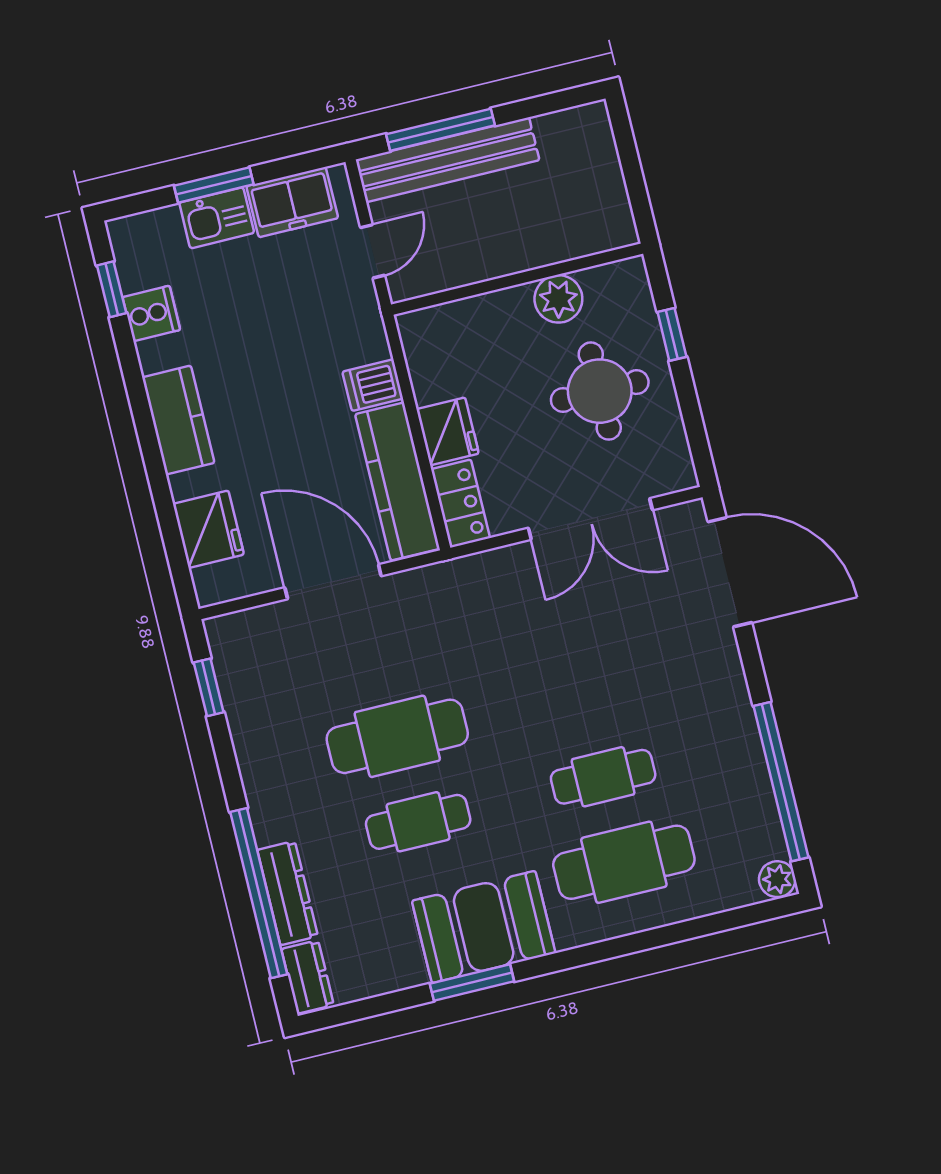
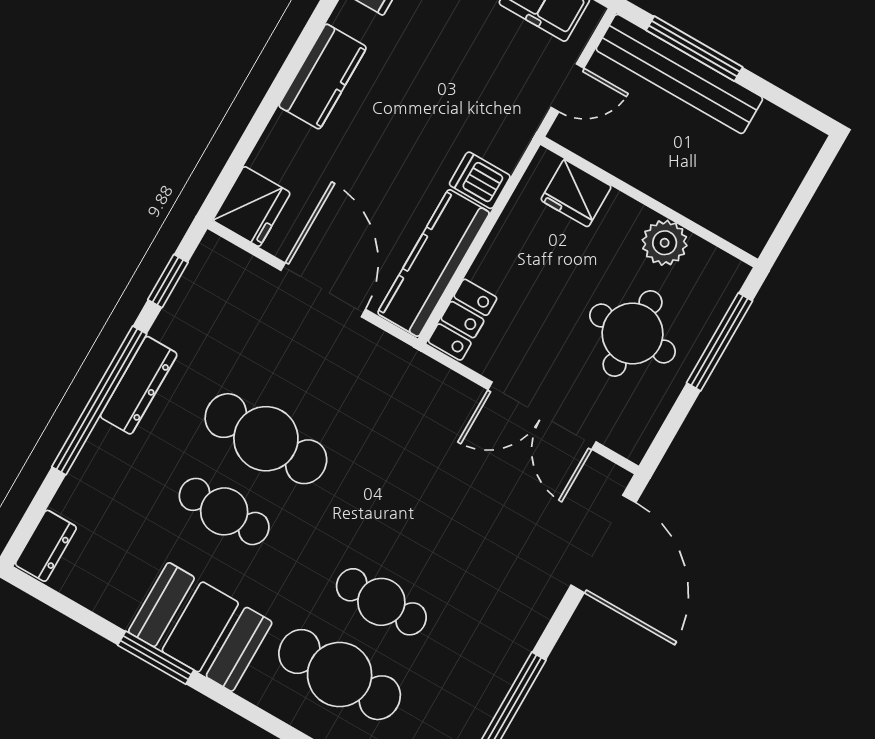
window: (672, 334) -> (720, 342), width x2.17
fridge: (448, 431) -> (576, 193), moved, turned 90
fridge: (208, 529) -> (252, 207), moved
window: (259, 893) -> (99, 400), moved
dresser: (288, 893) -> (139, 385), moved

